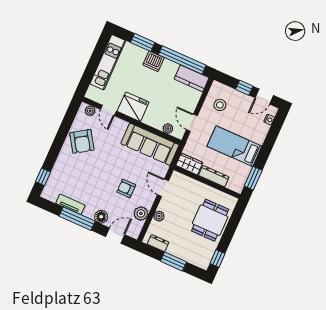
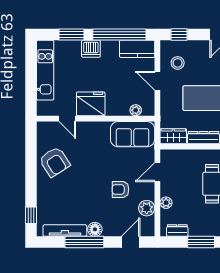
window: (244, 88) -> (179, 34), moved
plant: (90, 111) -> (49, 127), removed
door: (192, 123) -> (157, 81), moved
sofa: (150, 144) -> (133, 134), width x0.73
door: (163, 188) -> (157, 172), hinge flipped
tv unit: (70, 204) -> (65, 231), width x1.41
floor lamp: (101, 217) -> (95, 229), moved

